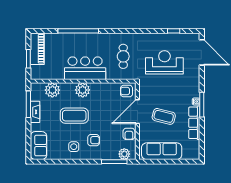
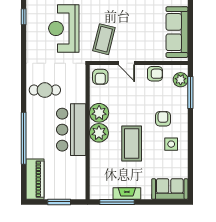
piano: (37, 49) -> (35, 179), moved, turned 90
cafe table: (123, 56) -> (45, 90), moved
plant: (52, 90) -> (99, 113), moved
door: (137, 112) -> (127, 63), width x0.53
coffee table: (164, 116) -> (104, 39), moved

